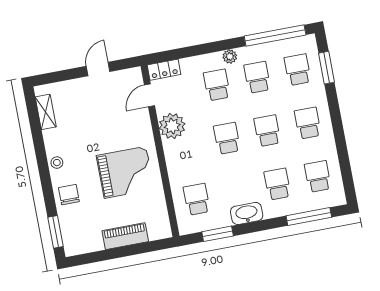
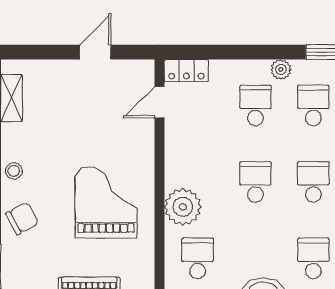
plant: (172, 126) -> (183, 207), moved
grand piano: (125, 172) -> (106, 202), turned -90
chair: (69, 195) -> (22, 219), turned 61

